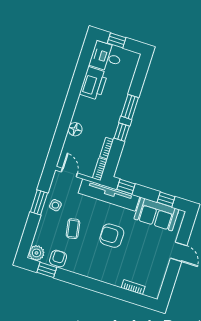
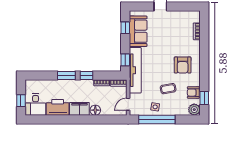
filing cabinet: (83, 110) -> (79, 109), added
window: (39, 202) -> (157, 120), width x2.11
armchair: (112, 236) -> (183, 65), moved

